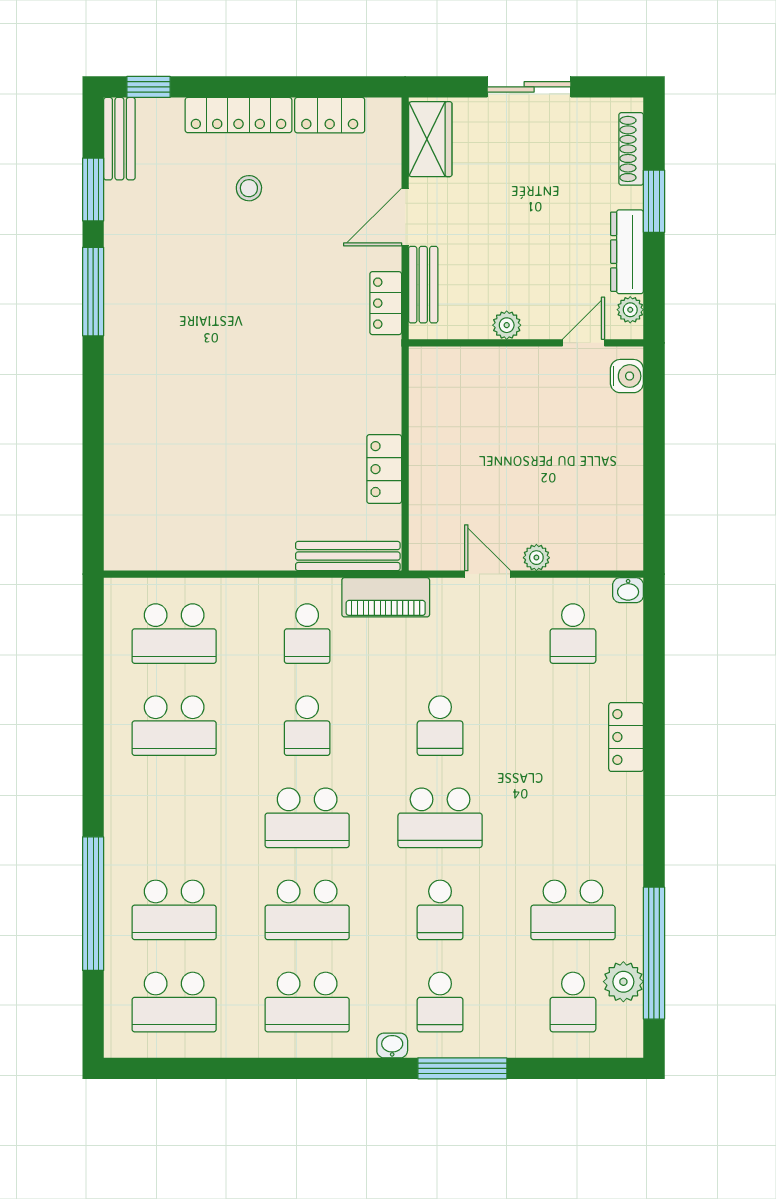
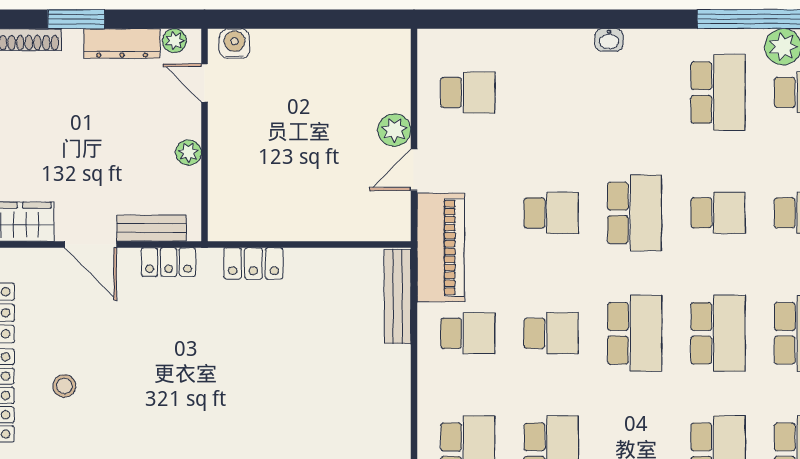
locker: (384, 469) -> (253, 263), moved
plant: (536, 558) -> (394, 130), width x1.38, depth x1.38
washbasin: (628, 590) -> (609, 40), moved, turned 90
piano: (386, 597) -> (441, 248), width x1.37, depth x1.33
locker: (626, 737) -> (561, 44), removed

